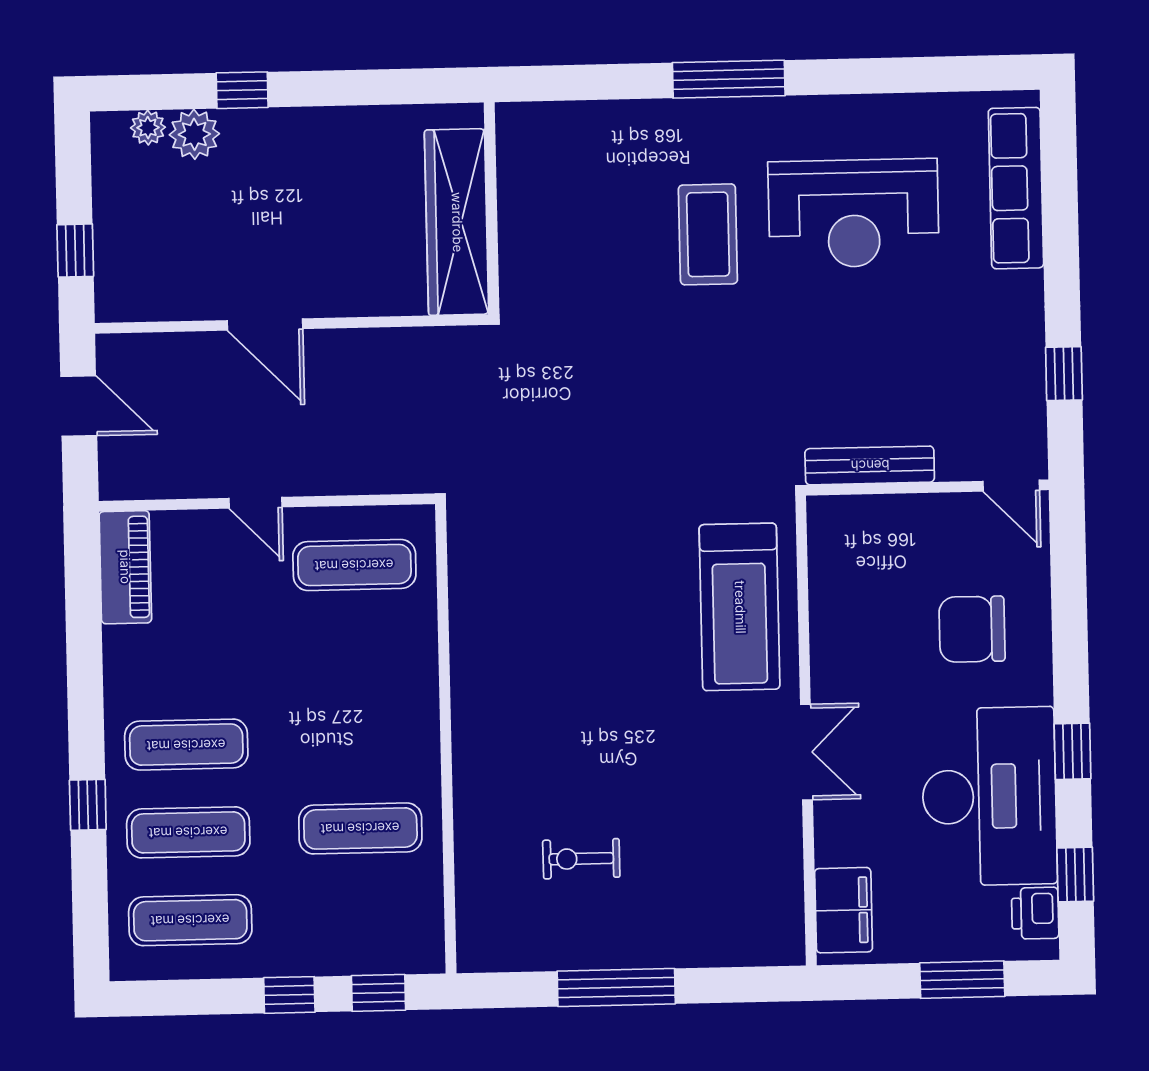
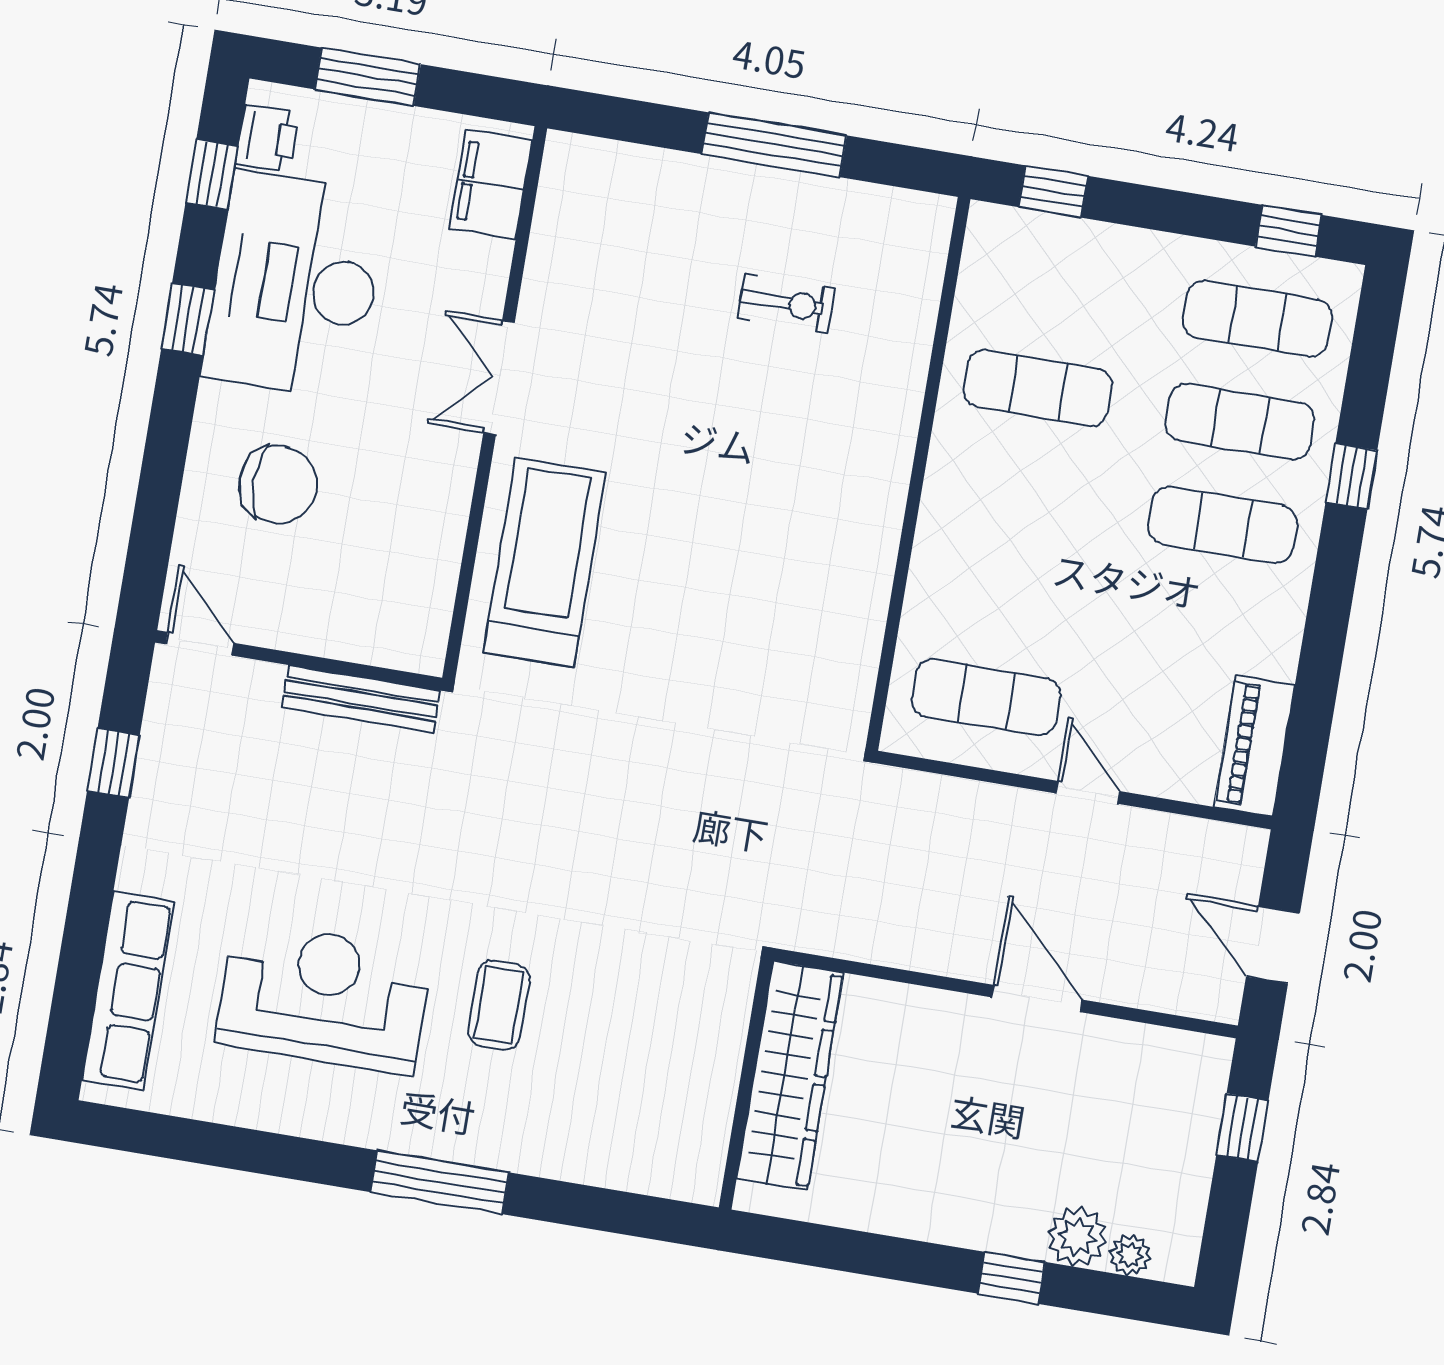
coffee table: (708, 234) -> (499, 1005), width x0.73, depth x0.77
window: (289, 995) -> (1288, 231), moved

